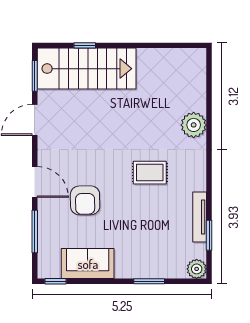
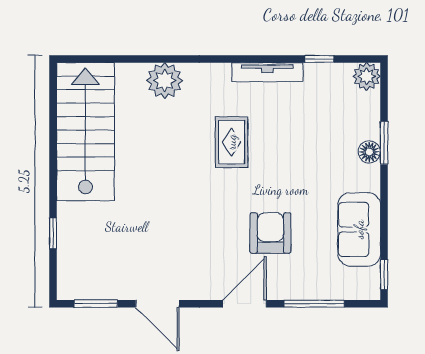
stairs: (87, 69) -> (85, 132), moved
armchair: (85, 200) -> (270, 233), turned -89
tv unit: (200, 217) -> (267, 72), moved
window: (209, 235) -> (319, 59), width x0.67
floor lamp: (143, 271) -> (369, 152), added

